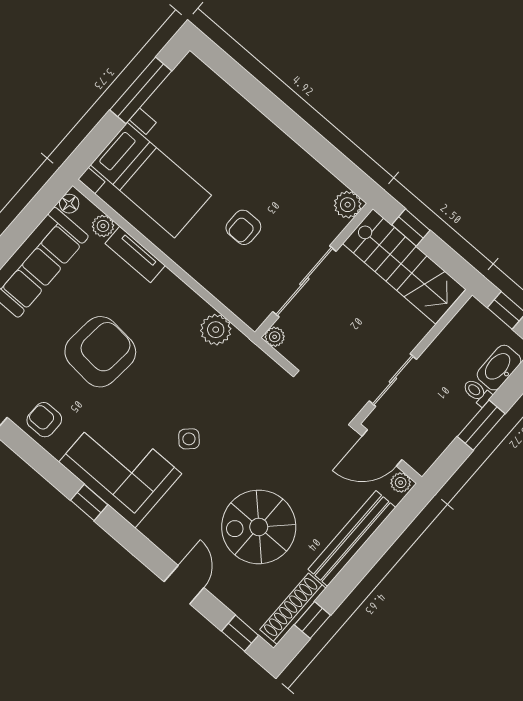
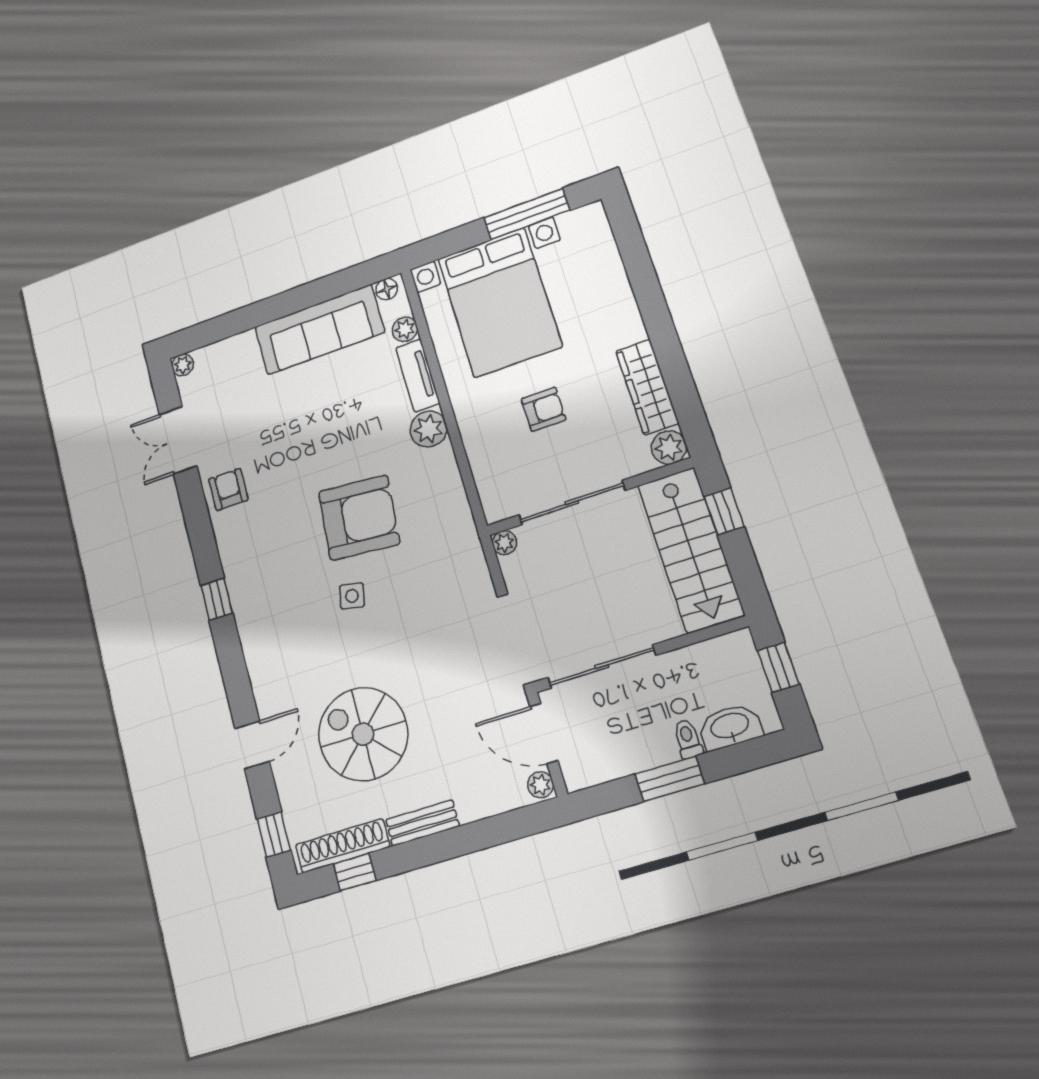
wardrobe: (307, 170) -> (647, 387), added
bed with nightstands: (151, 180) -> (499, 302), width x1.36
armchair: (243, 227) -> (544, 409), turned 180
plant: (216, 330) -> (429, 429), moved
armchair: (100, 352) -> (359, 518), moved
sliding door: (393, 380) -> (602, 667), width x1.37
side table: (189, 439) -> (352, 596), turned -35
corner sofa: (120, 468) -> (268, 583), removed
bench: (352, 538) -> (422, 823), width x0.54, depth x0.82

